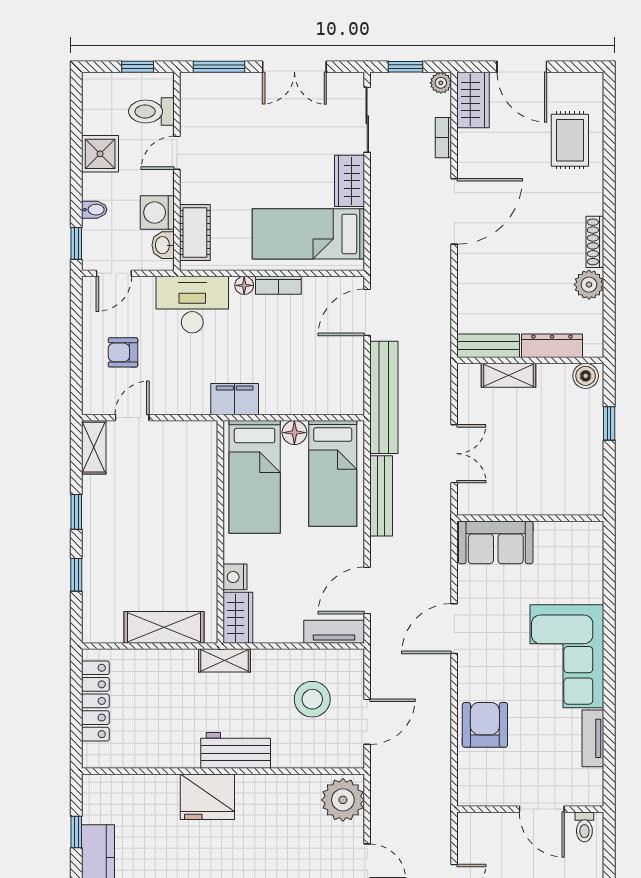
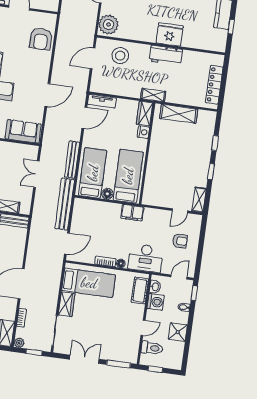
stool: (312, 699) -> (120, 56), moved
armchair: (485, 725) -> (41, 39), moved
workbench: (236, 750) -> (166, 55), moved

